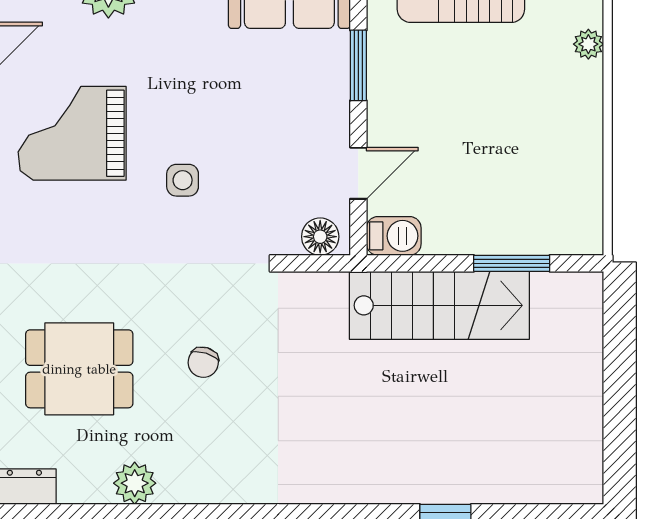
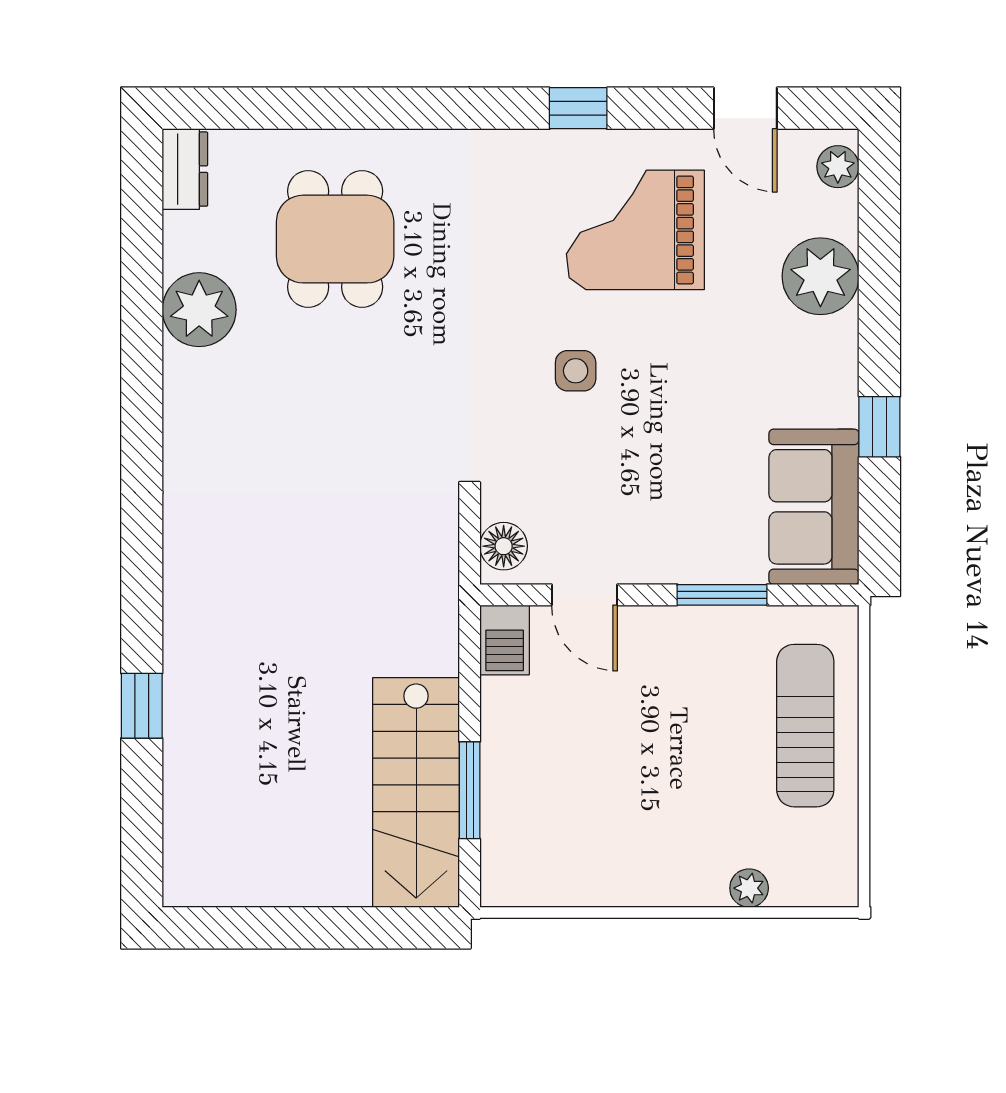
grand piano: (72, 133) -> (635, 230), turned -90
stairs: (439, 305) -> (416, 793), moved
chair: (203, 362) -> (343, 397), removed
plant: (135, 483) -> (199, 310), width x1.36, depth x1.36

